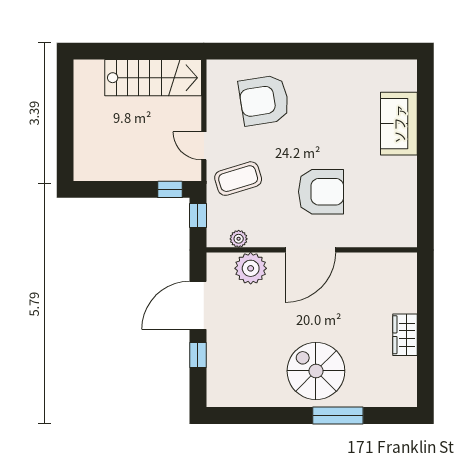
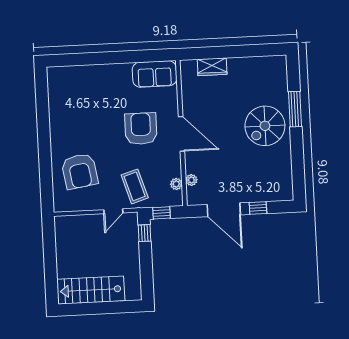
stairs: (153, 78) -> (91, 290), moved, turned -90
sofa: (399, 124) -> (154, 74), moved
plant: (251, 268) -> (191, 180), width x0.53, depth x0.53
wardrobe: (405, 335) -> (212, 67), moved

